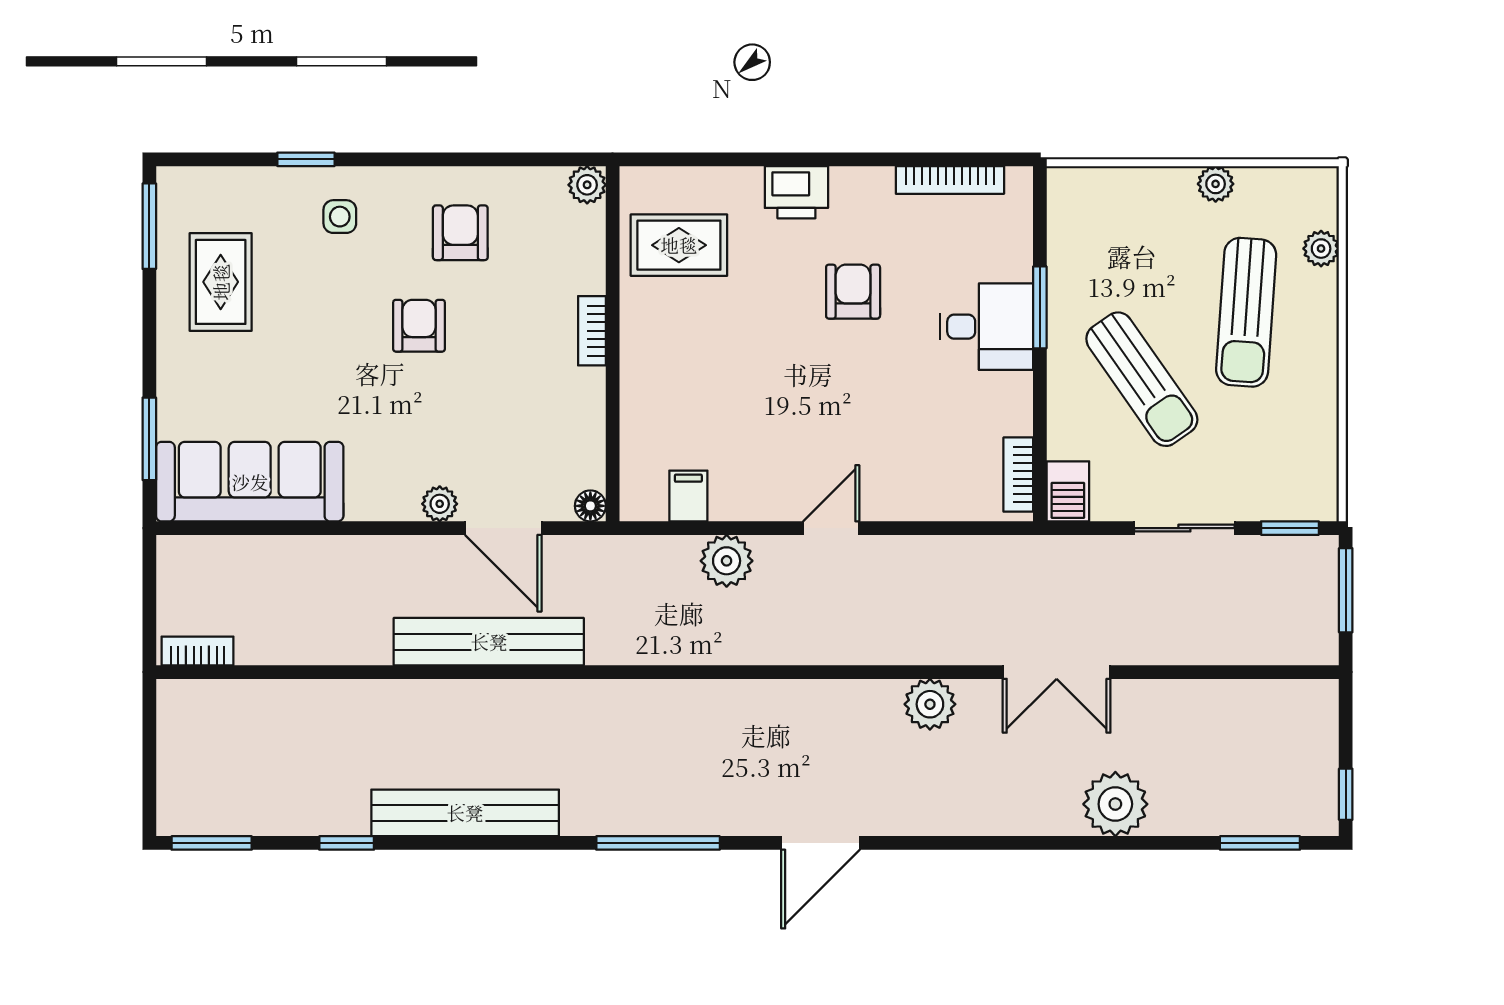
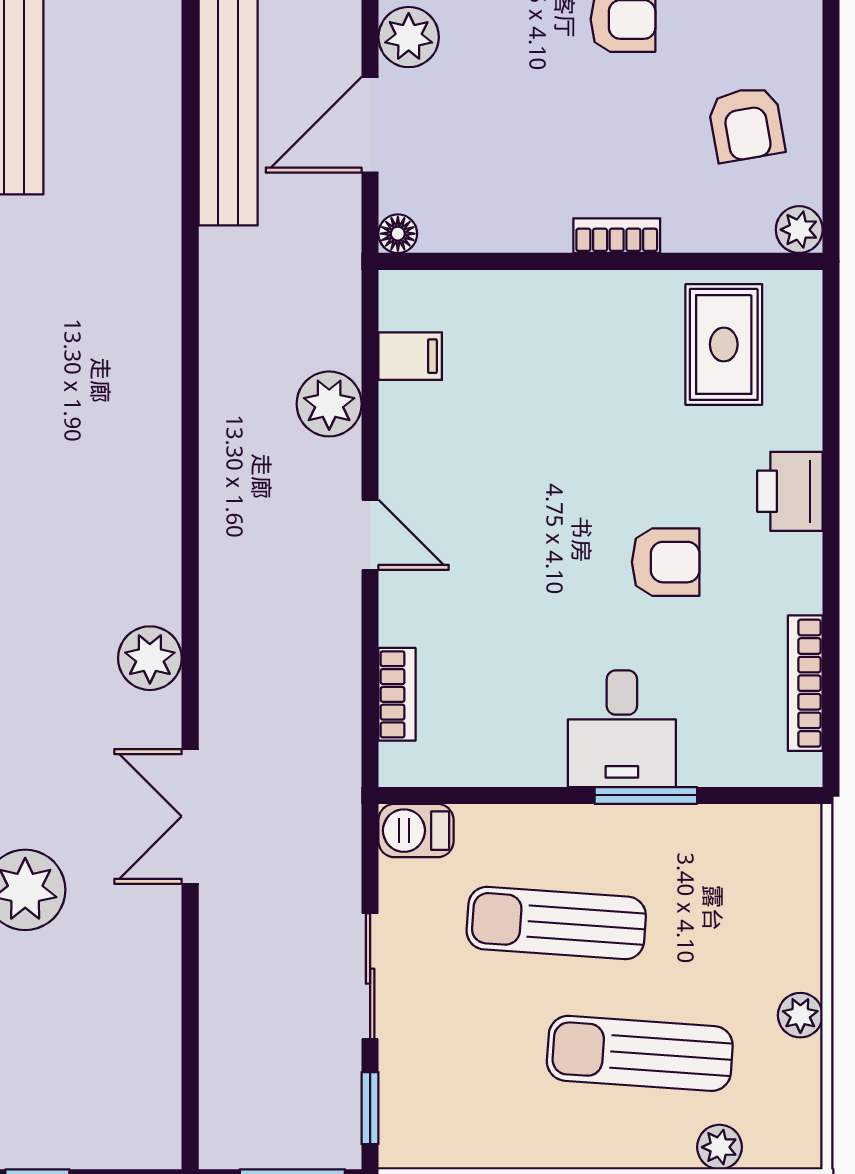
armchair: (460, 233) -> (746, 124), moved, turned 80
sun lounger: (1142, 379) -> (556, 923), turned 39
bookcase: (1018, 475) -> (397, 694), moved, turned 90
plant: (440, 504) -> (409, 37), width x1.38, depth x1.38

